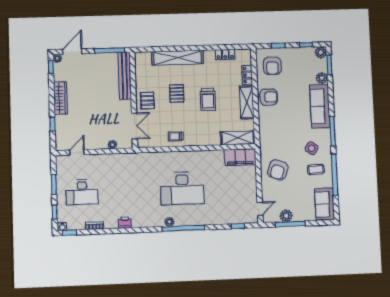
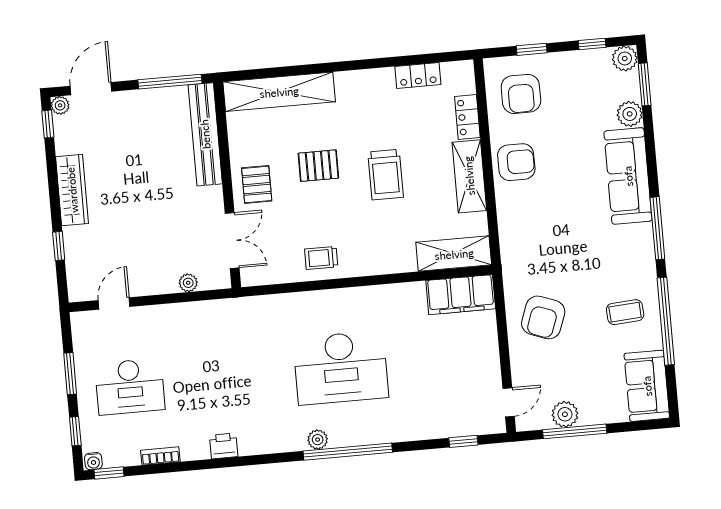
shelving: (178, 58) -> (279, 92), moved
pallet: (177, 93) -> (318, 166), turned 90
side table: (312, 148) -> (614, 267), removed

